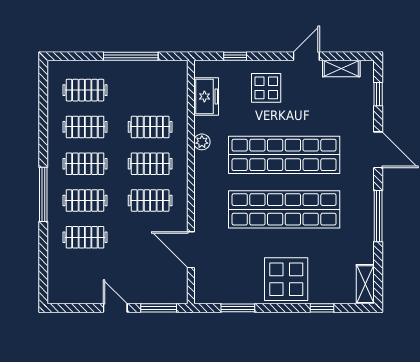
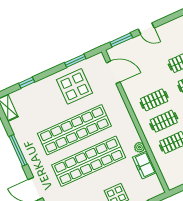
freezer: (206, 96) -> (144, 165), moved
door: (191, 250) -> (113, 72), moved
display table: (286, 279) -> (75, 86), moved

